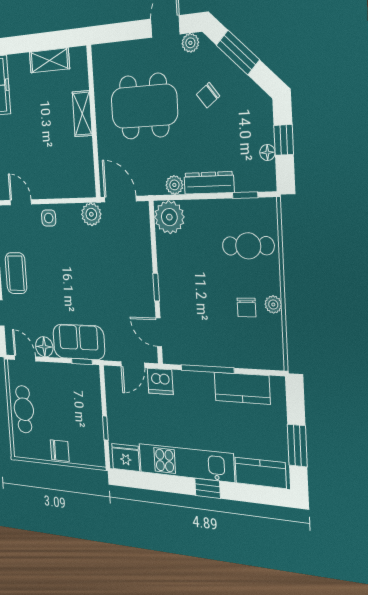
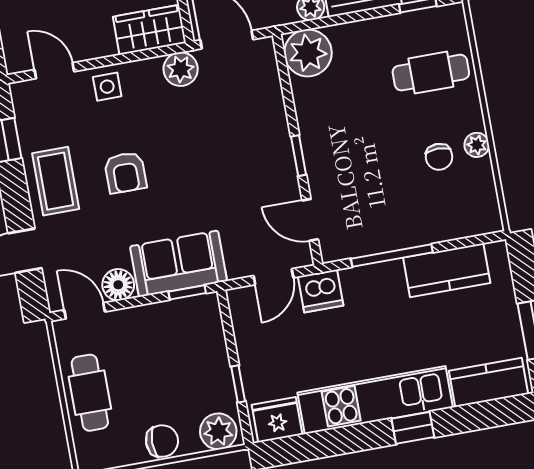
wardrobe: (76, 185) -> (149, 30), added
armchair: (54, 276) -> (125, 173), added
plant: (91, 454) -> (218, 431), added

